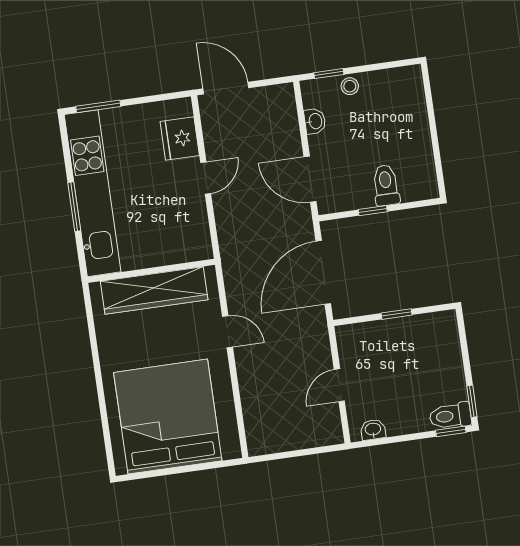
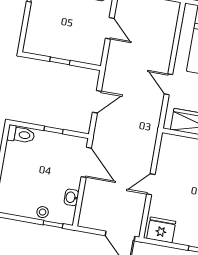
fridge: (180, 138) -> (161, 230), moved, turned -90
toilet: (386, 185) -> (21, 134), moved, turned -90
door: (323, 272) -> (97, 102), width x0.53
door: (339, 385) -> (110, 28), hinge flipped

